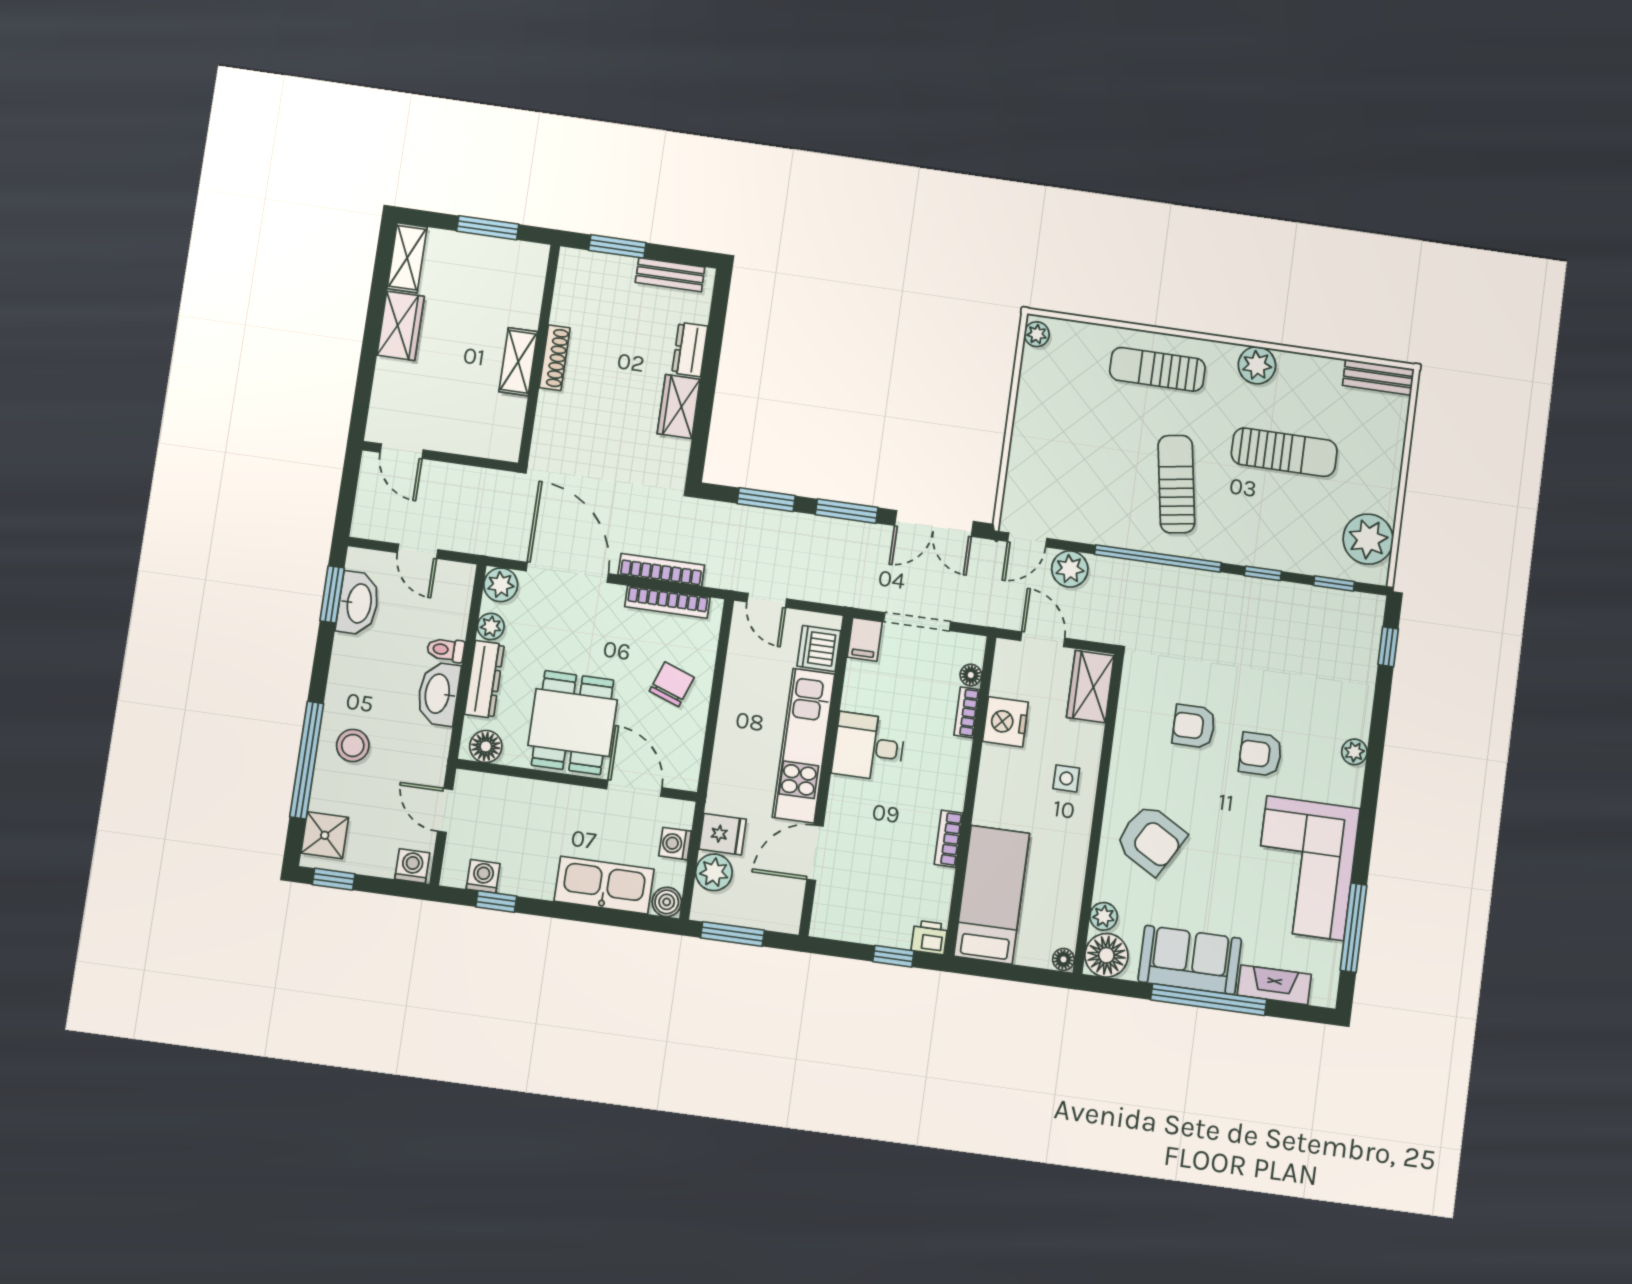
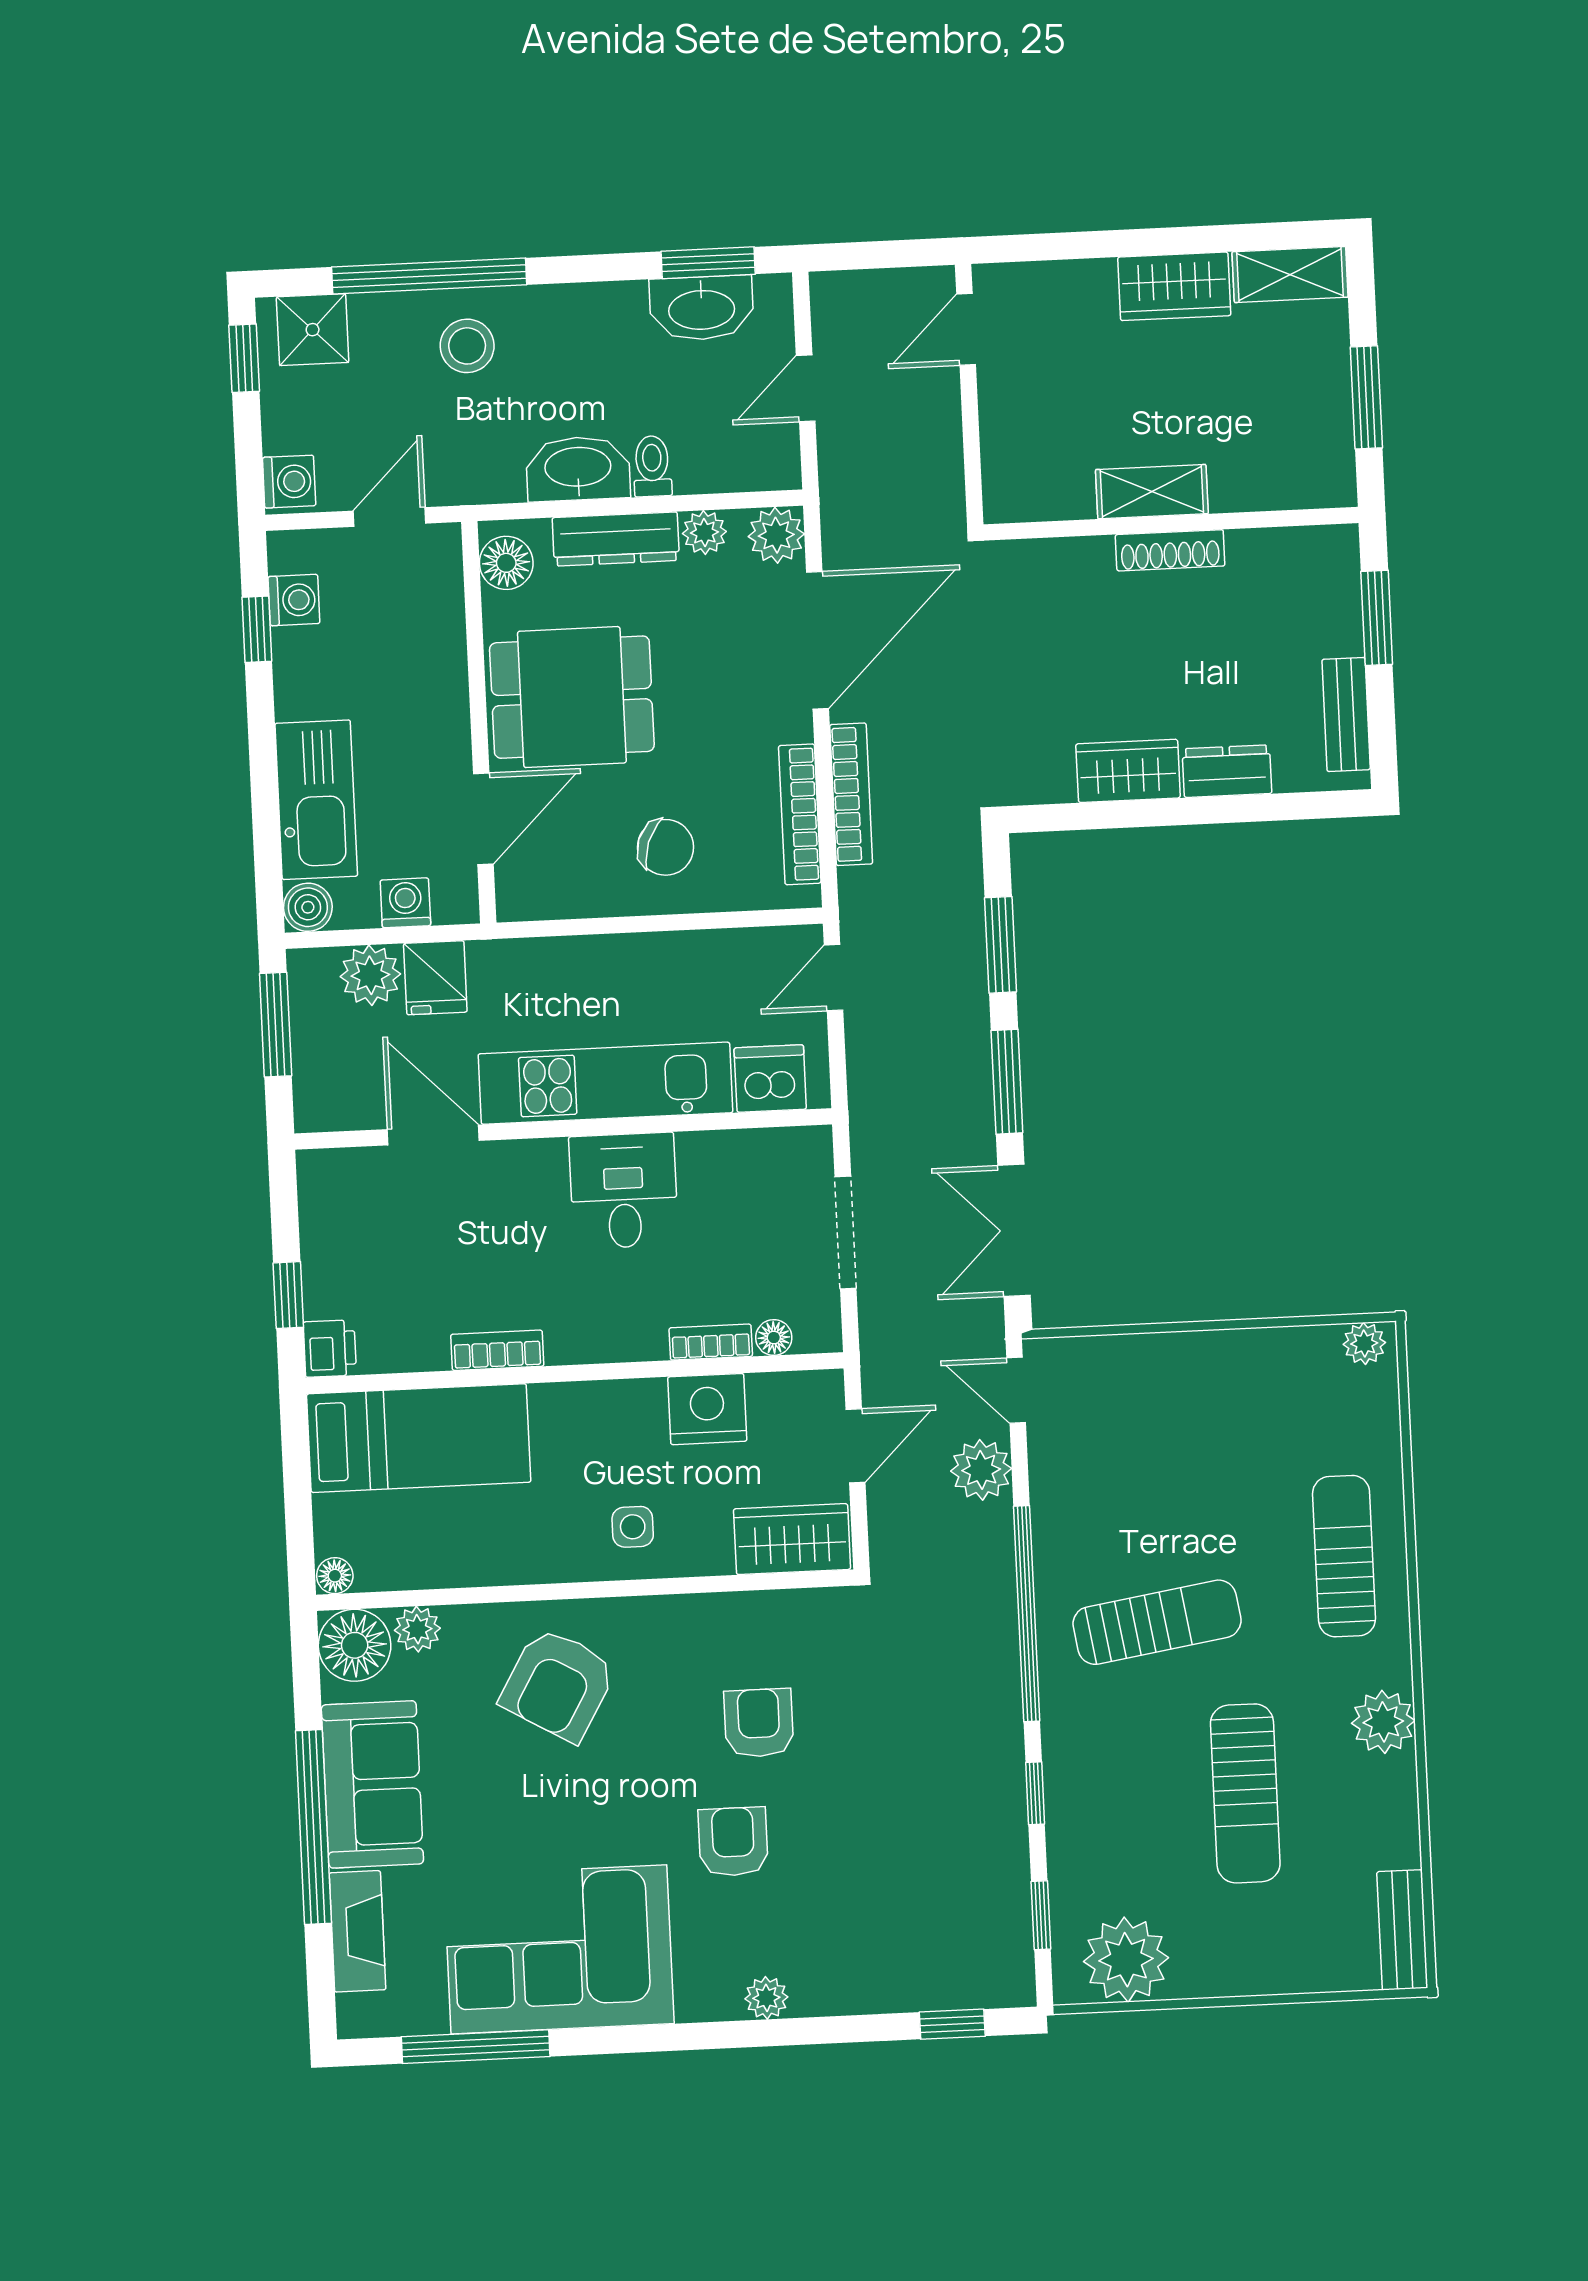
filing cabinet: (865, 639) -> (800, 1151), removed

